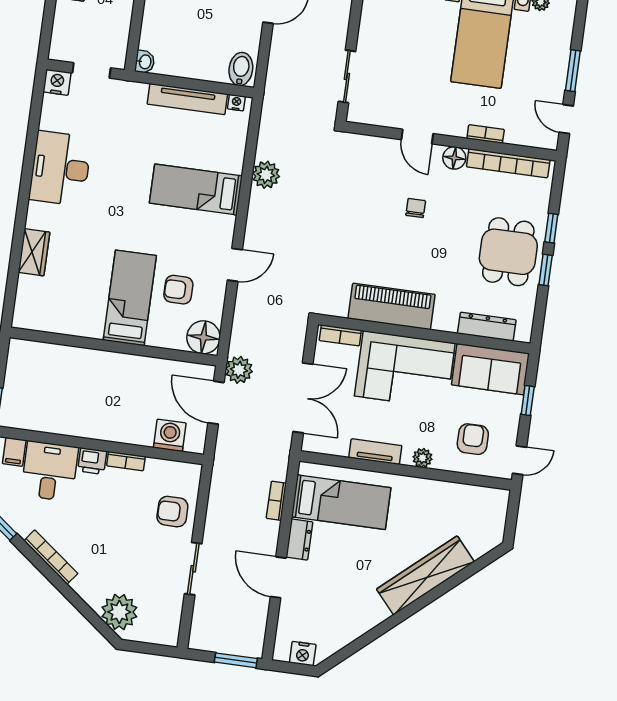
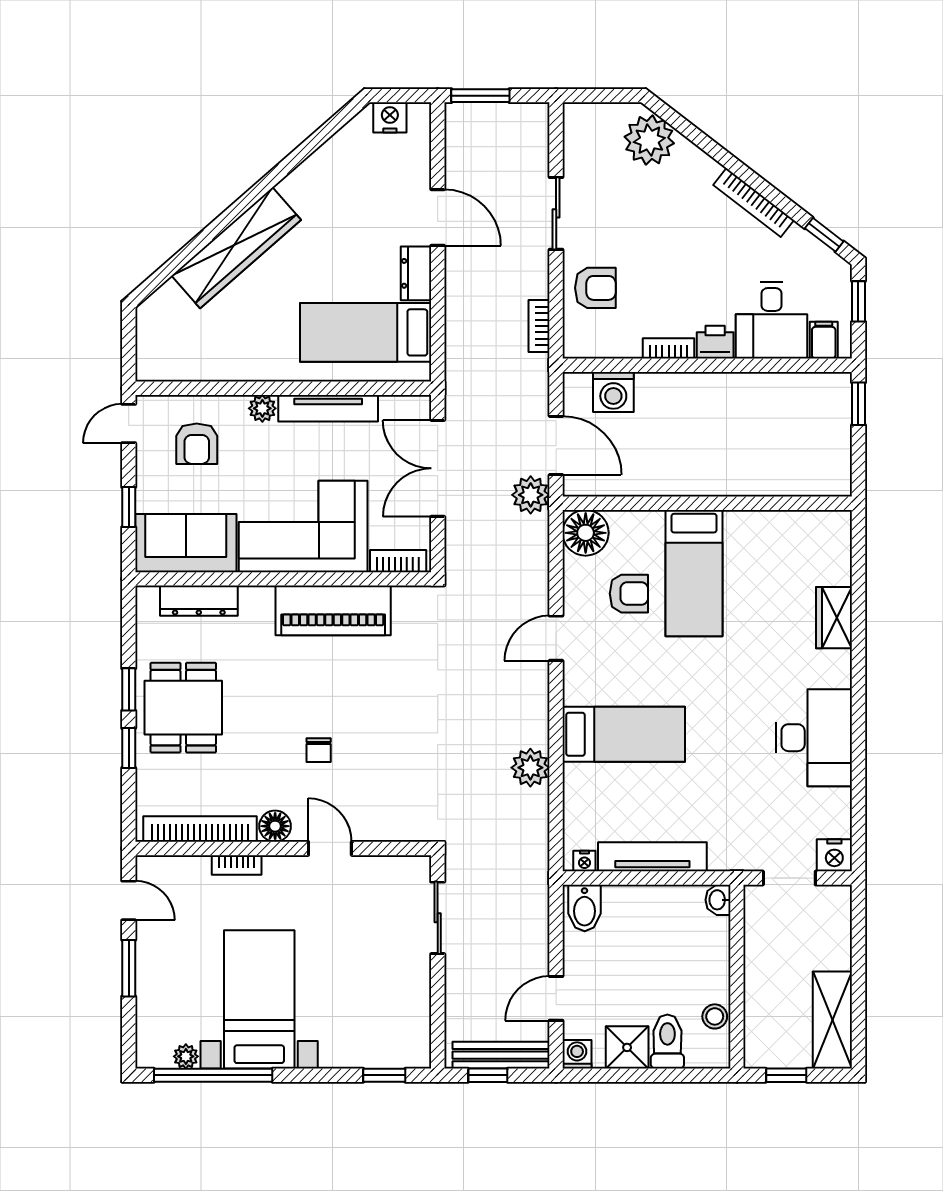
tv unit: (375, 452) -> (328, 408), width x1.41
bookcase: (276, 501) -> (539, 326), moved, turned 180

